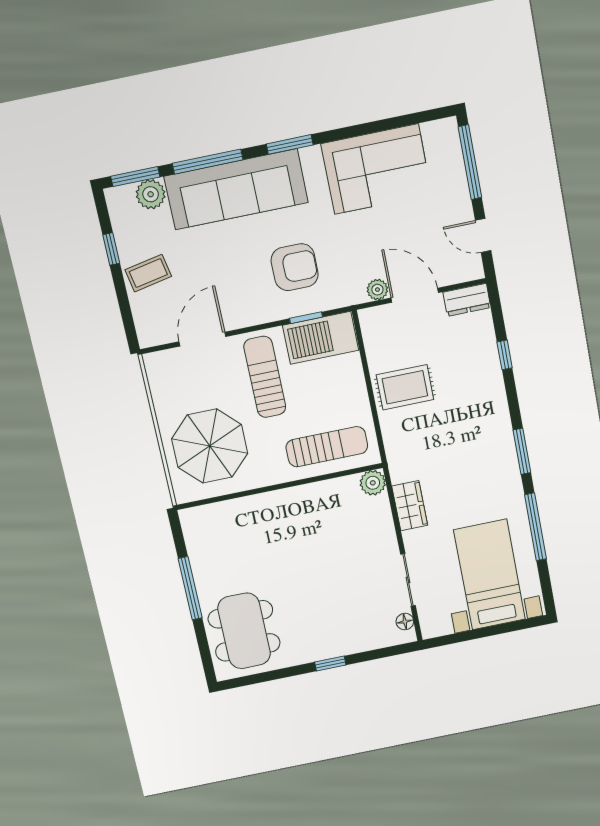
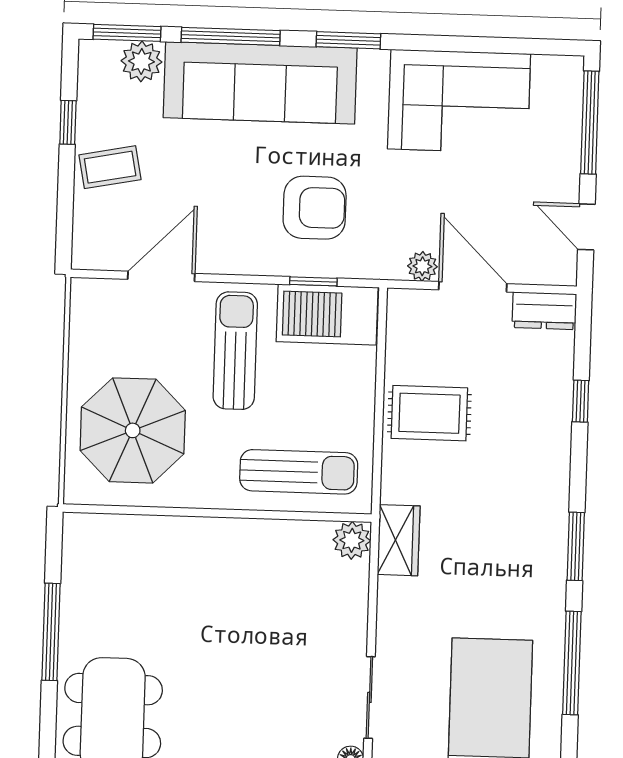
wardrobe: (410, 506) -> (399, 540), moved

